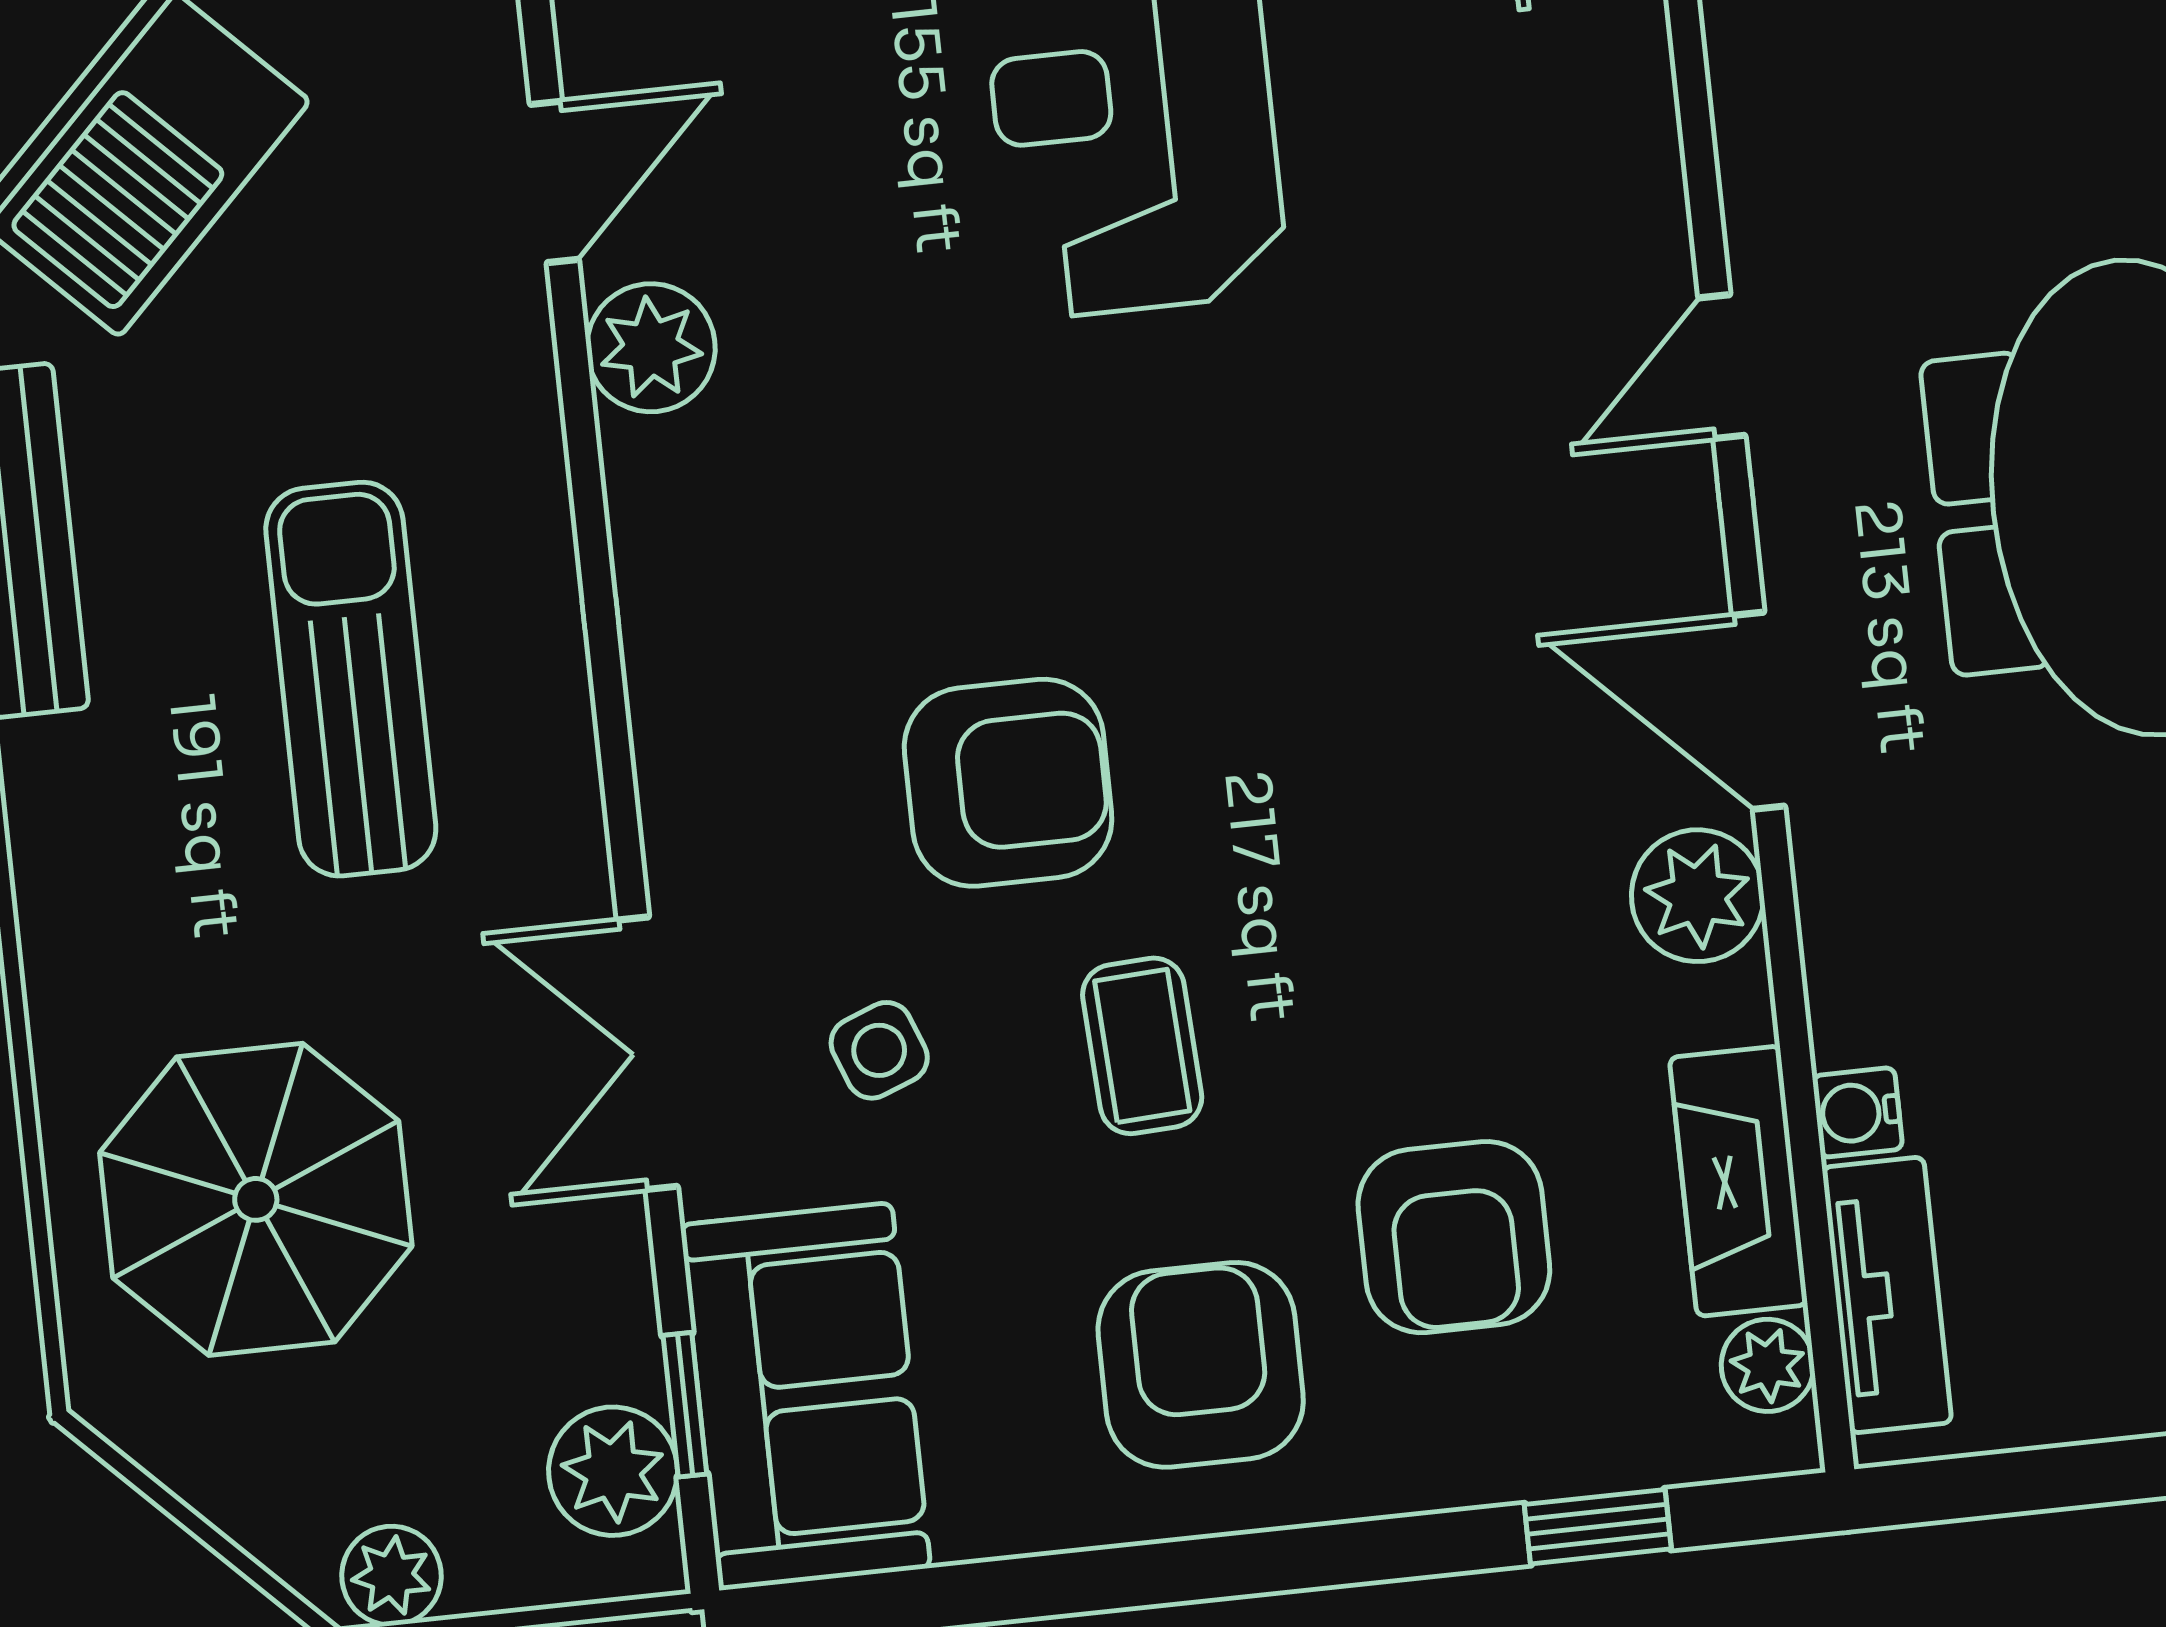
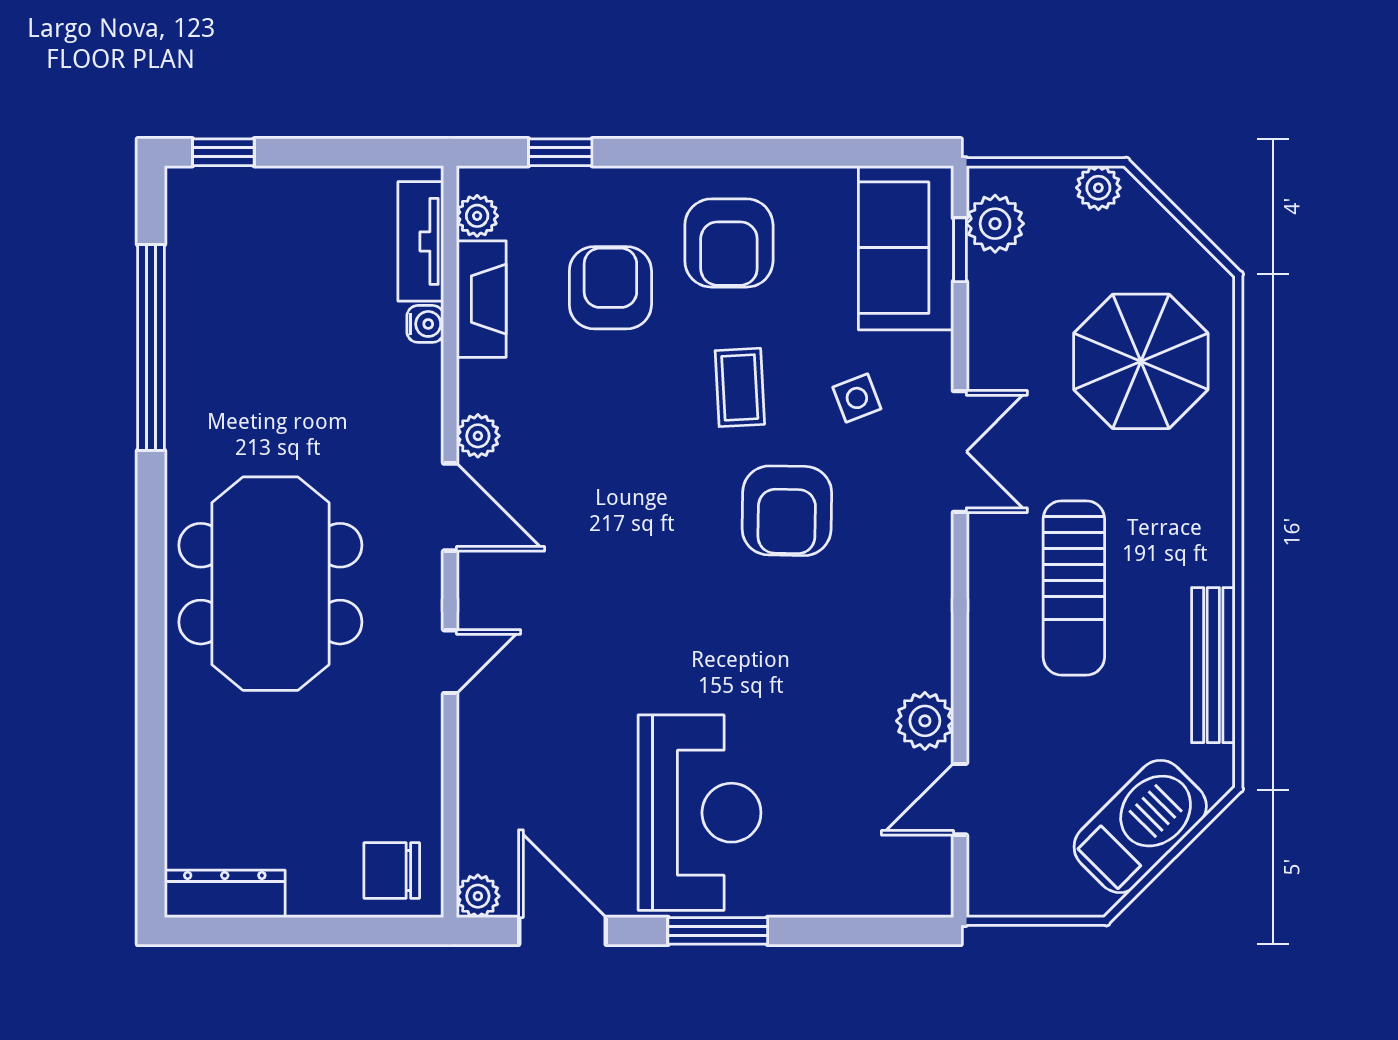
armchair: (1008, 783) -> (787, 511), turned -89
plant: (1698, 896) -> (478, 436), width x0.73, depth x0.73
double door: (647, 1053) -> (960, 452), moved

